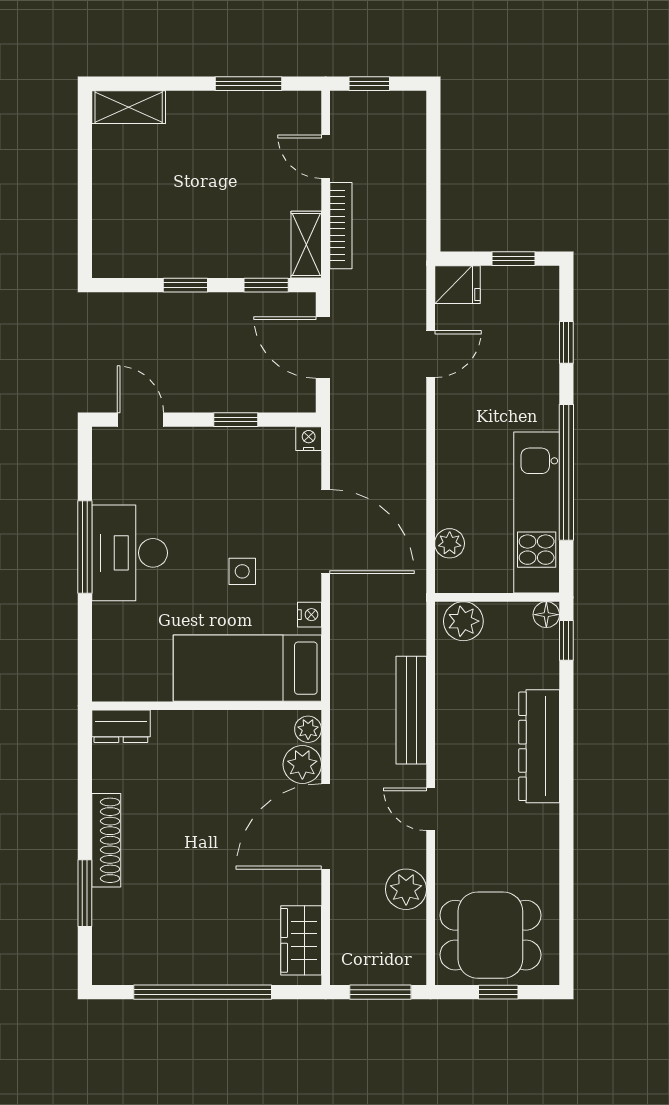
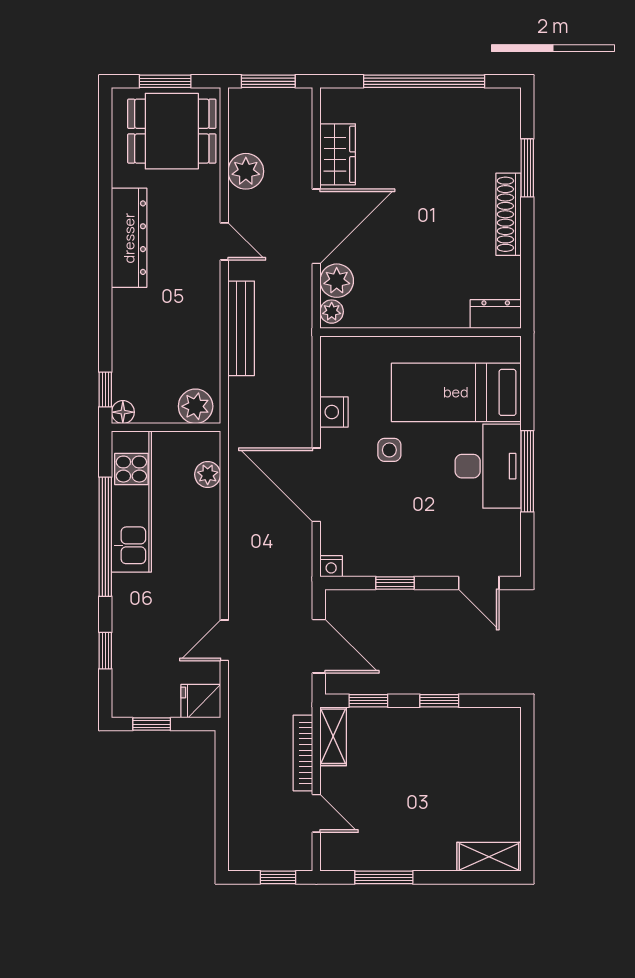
nightstand: (310, 615) -> (334, 412), width x1.39, depth x1.35
bed: (247, 668) -> (456, 392), moved, turned 180
dresser: (539, 746) -> (129, 238), moved
wardrobe: (301, 940) -> (338, 154), moved
window: (498, 992) -> (165, 81), width x1.50

